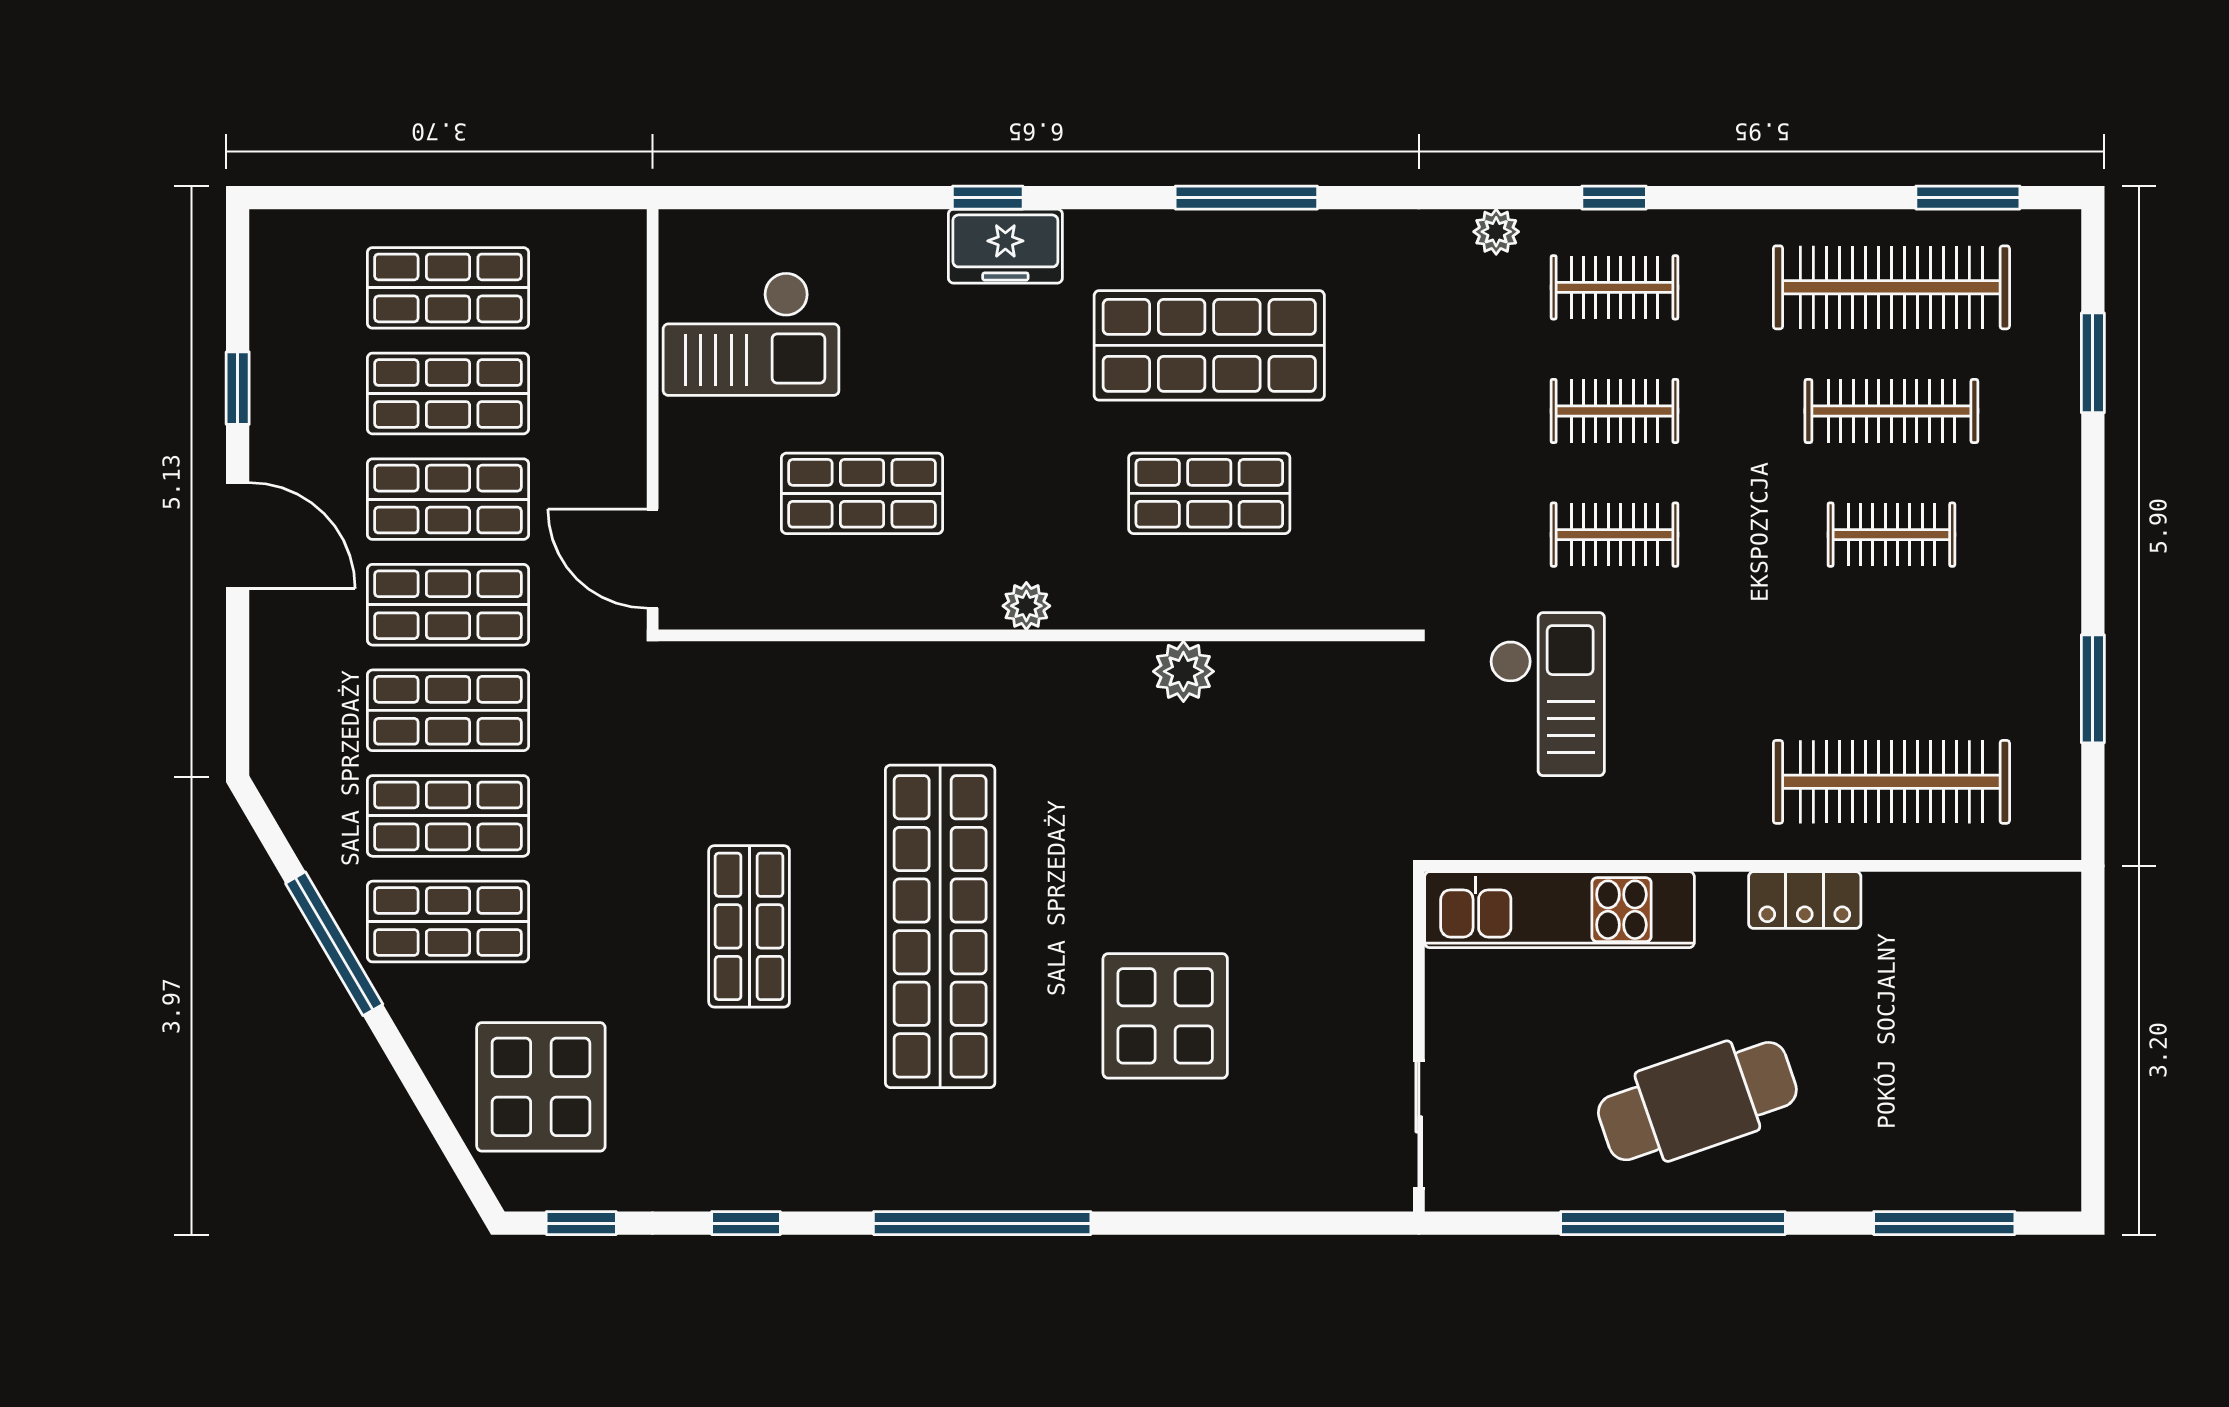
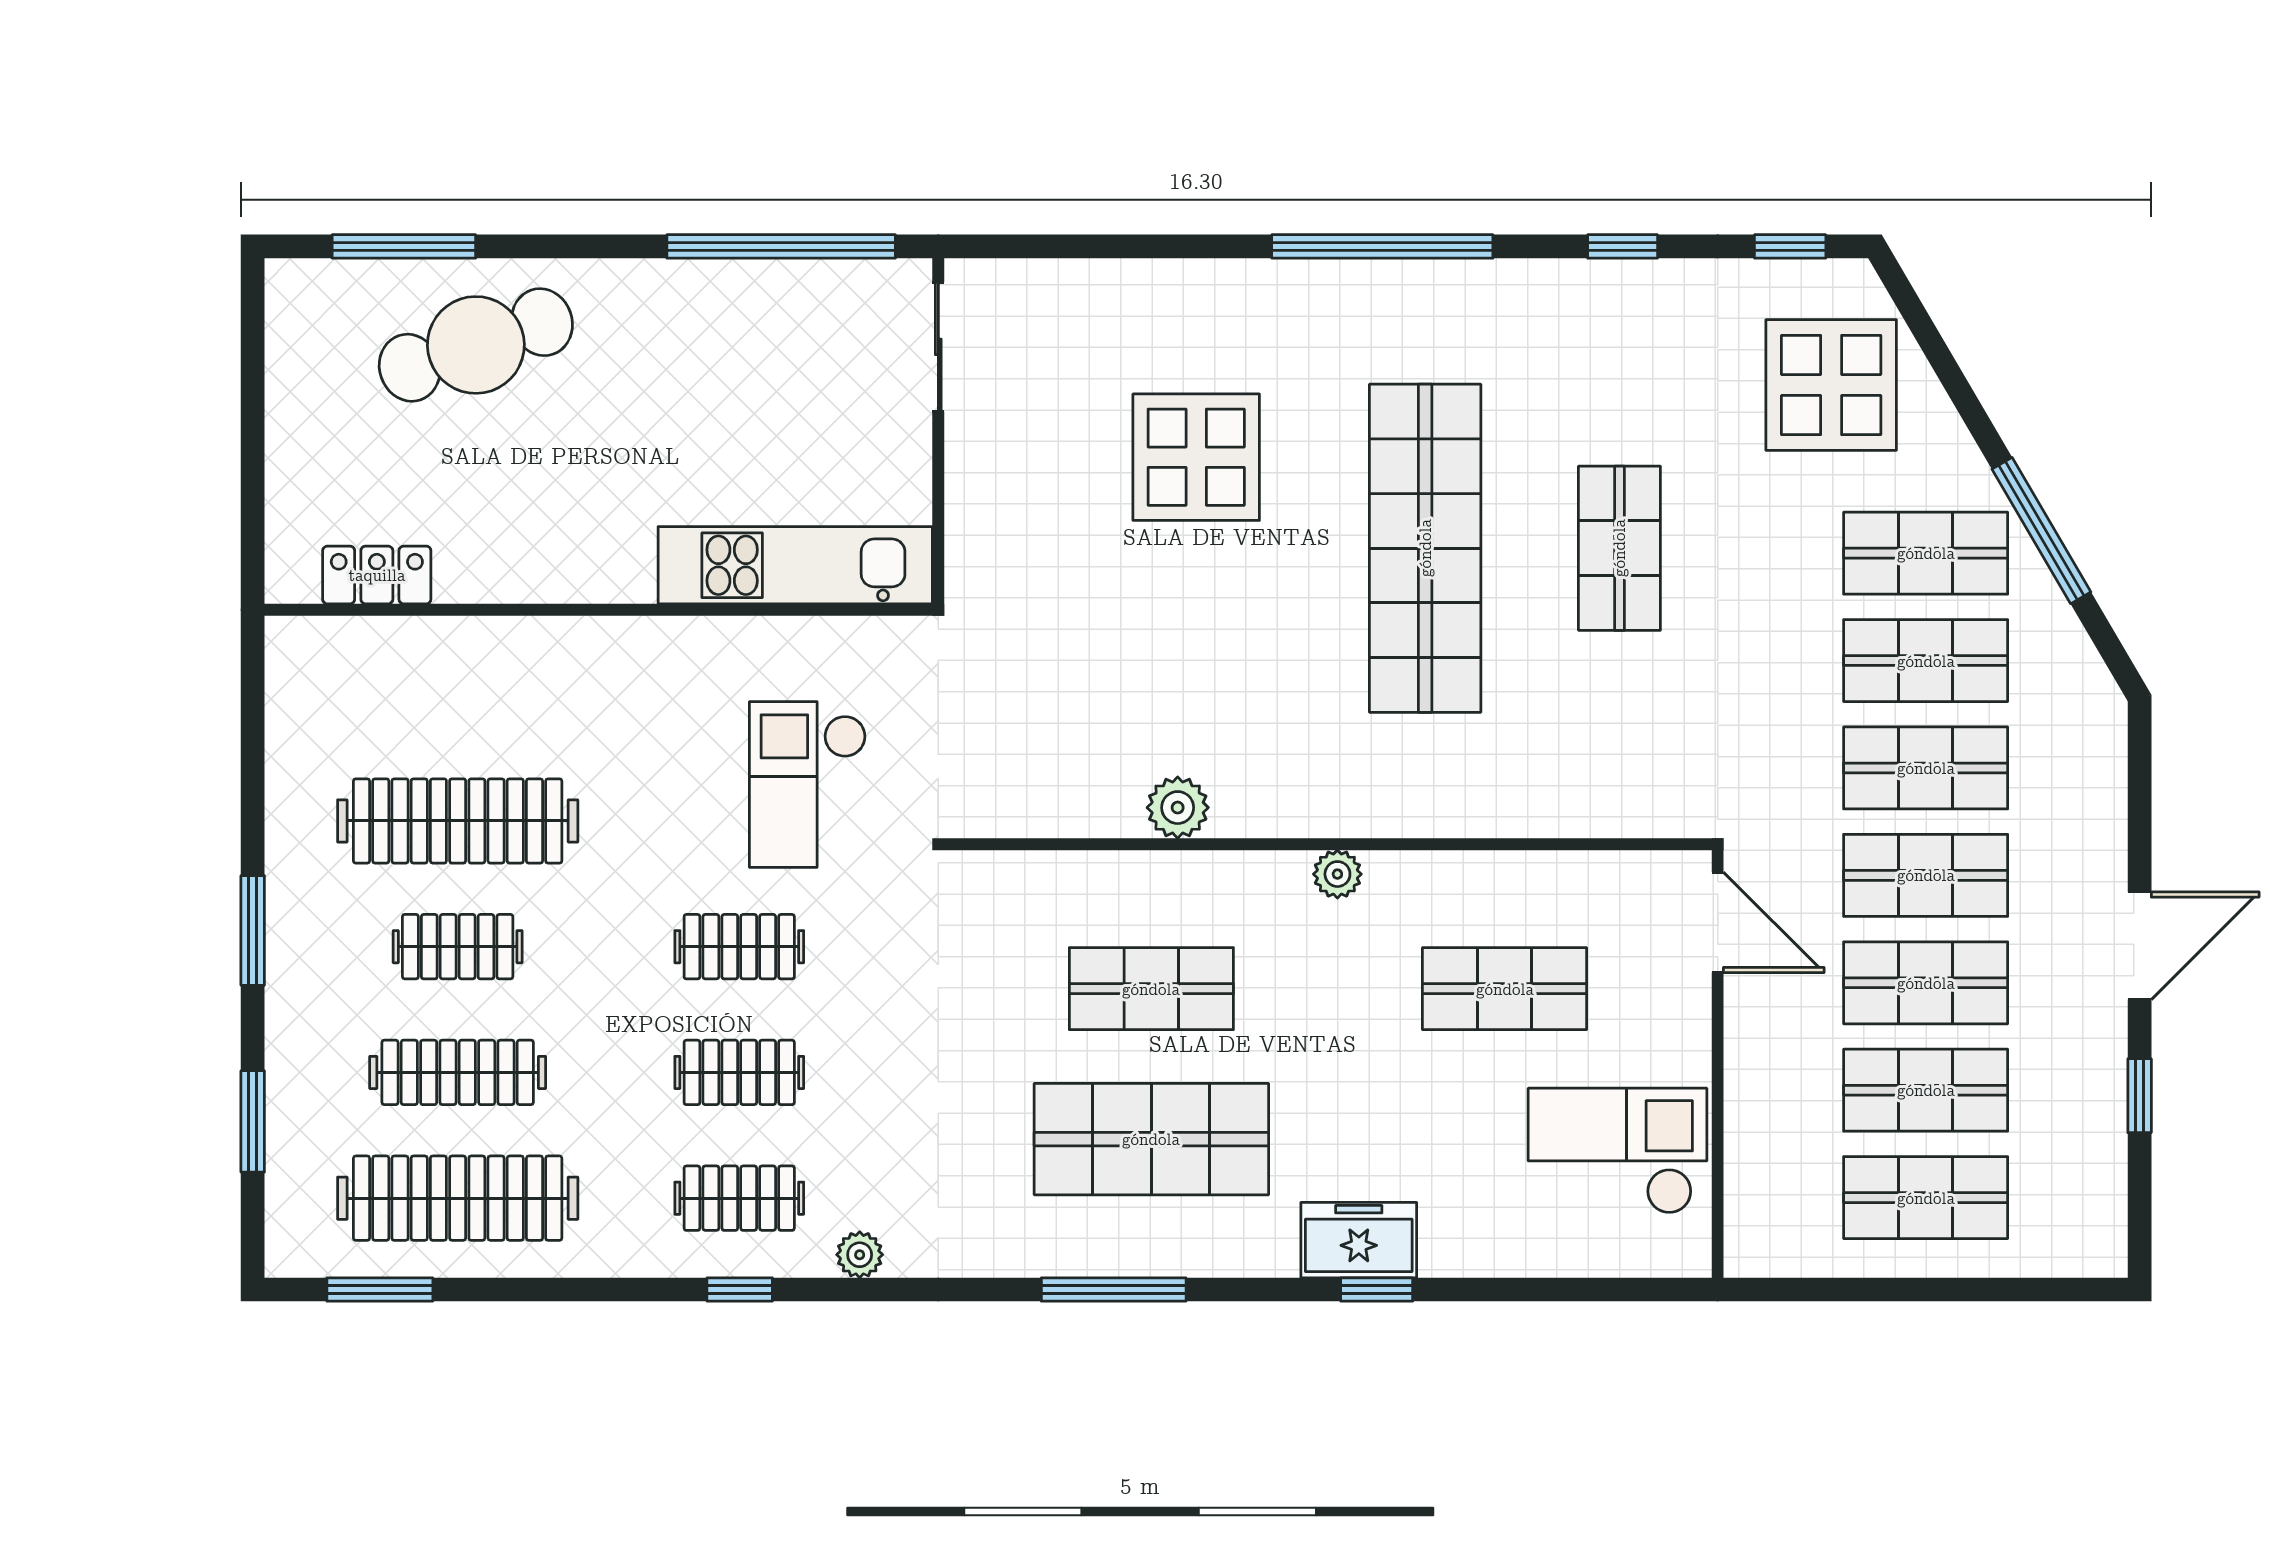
door: (238, 536) -> (2140, 946), swing flipped
window: (2093, 689) -> (253, 930), moved
clothes rail: (1891, 782) -> (458, 821), moved
locker: (1805, 900) -> (377, 575), moved
cafe table: (1697, 1101) -> (476, 345), moved
window: (1673, 1223) -> (781, 246), moved

